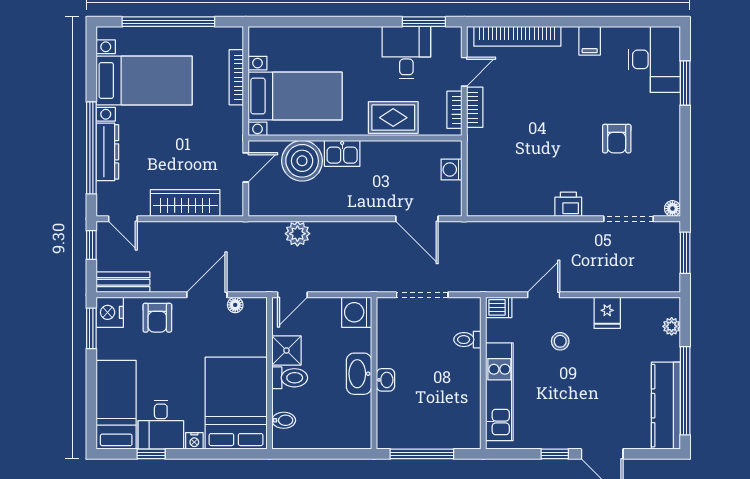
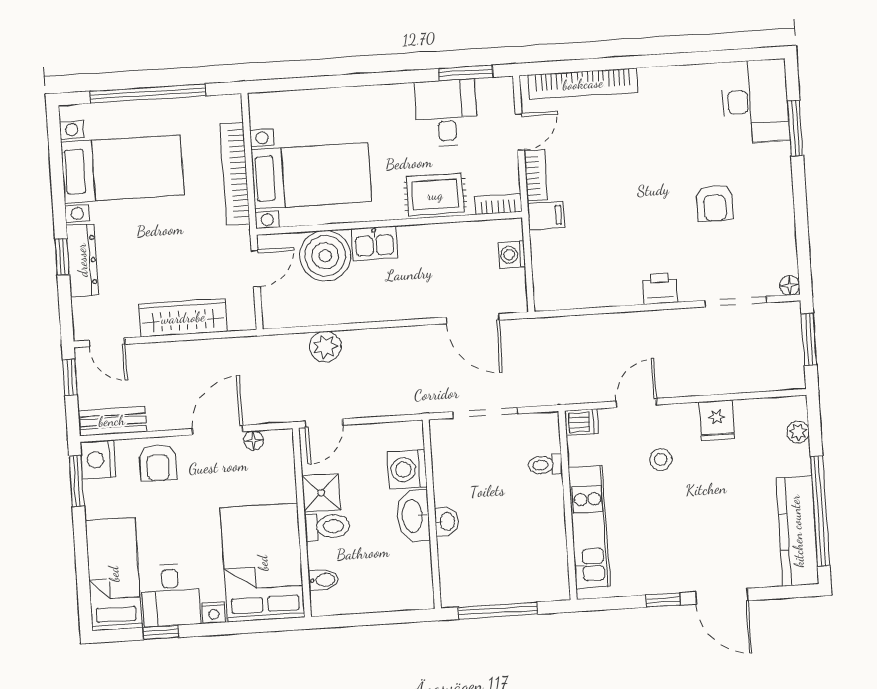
filing cabinet: (590, 41) -> (546, 216), moved, turned -90
bookcase: (236, 77) -> (235, 174), width x1.48, depth x1.31
bookcase: (454, 110) -> (498, 204), moved, turned 90
window: (91, 148) -> (62, 257), width x0.32
washing machine: (357, 312) -> (407, 469), moved

